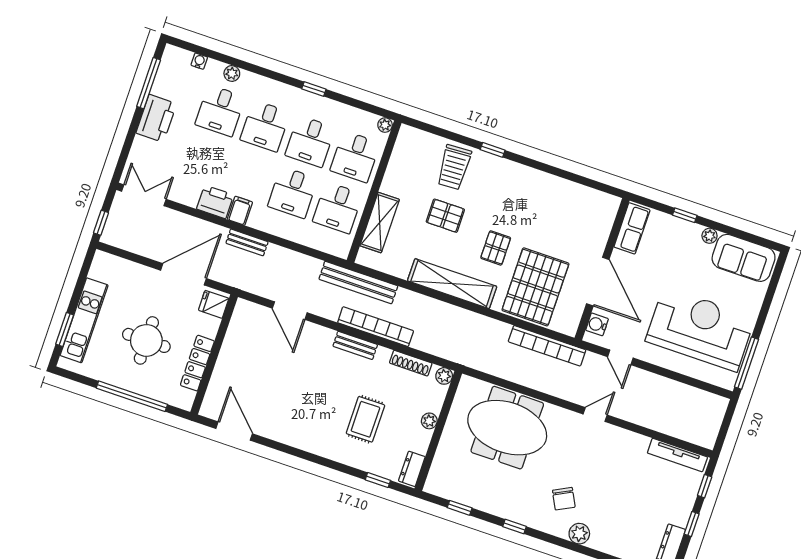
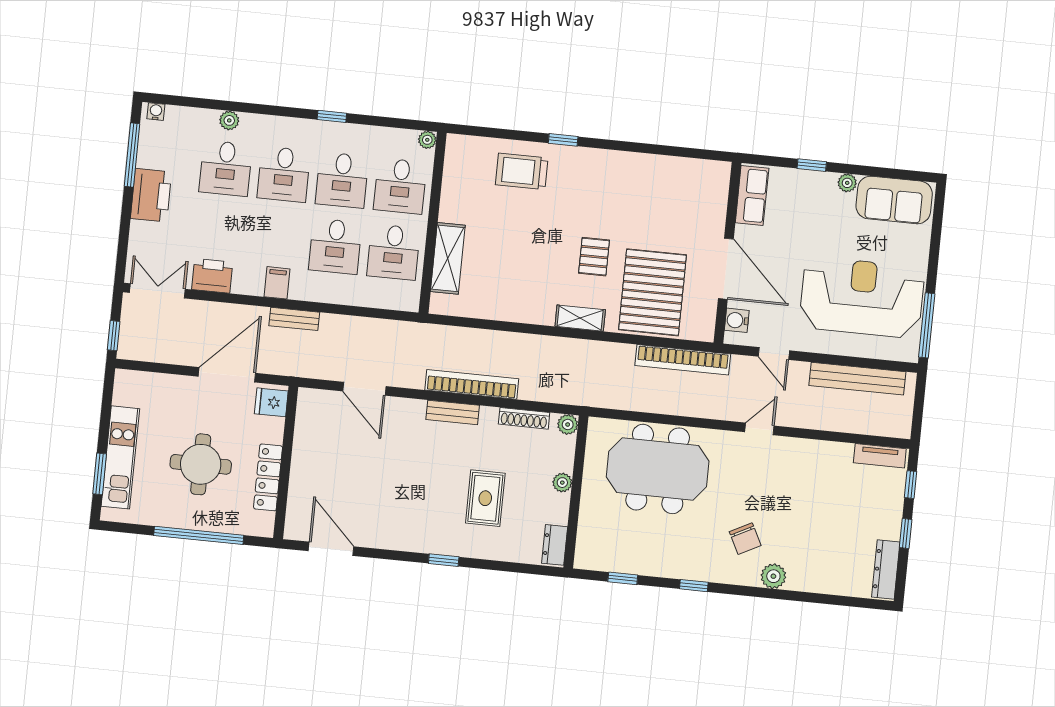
water cooler: (199, 61) -> (156, 112), moved
trolley: (454, 167) -> (522, 171), turned 93
printer: (215, 202) -> (212, 276), moved
pallet: (445, 216) -> (525, 232), removed
bench: (358, 282) -> (857, 379), moved
shelving: (452, 284) -> (580, 318), width x0.45, depth x0.75
tv unit: (677, 455) -> (880, 456), width x0.71
window: (378, 480) -> (444, 560), moved

